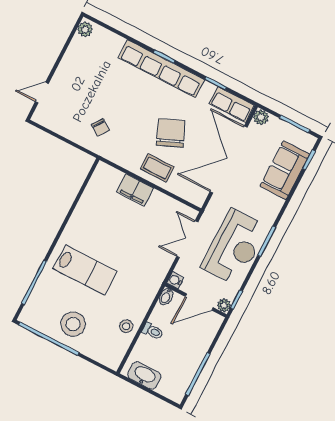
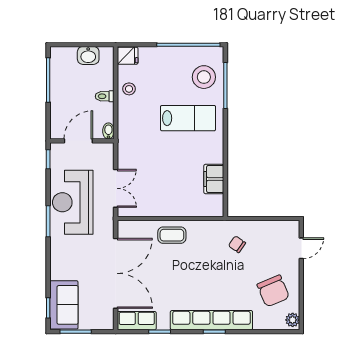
plant: (261, 117) -> (107, 323), removed
chair: (171, 133) -> (273, 291), moved
sofa: (285, 170) -> (64, 305), moved
filing cabinet: (135, 190) -> (214, 179), moved, turned -90
lab bench: (85, 270) -> (188, 118), turned 180
water cooler: (175, 280) -> (108, 149), removed
plant: (224, 305) -> (56, 149), removed
stool: (73, 324) -> (204, 77), moved
fridge: (111, 358) -> (128, 56), added
washbasin: (144, 375) -> (88, 55), width x0.72

